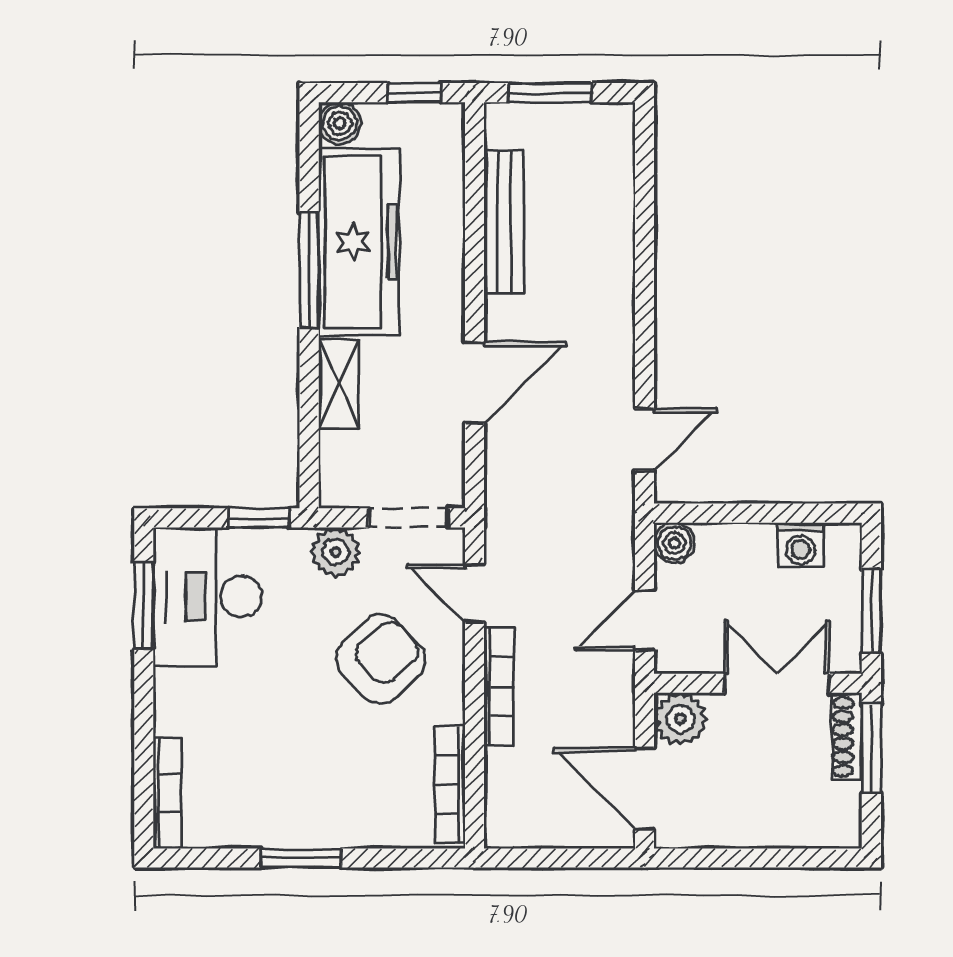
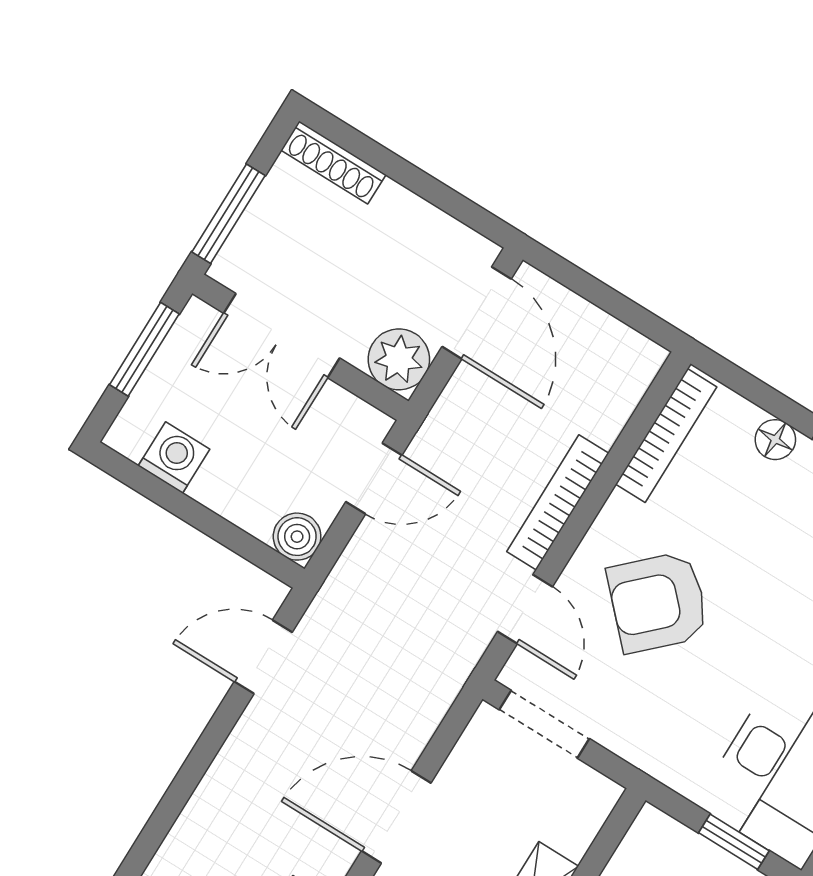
window: (259, 518) -> (734, 842), moved
plant: (336, 552) -> (637, 735), removed
shoe rack: (847, 737) -> (333, 162), moved, turned 90
floor lamp: (368, 831) -> (775, 440), added

